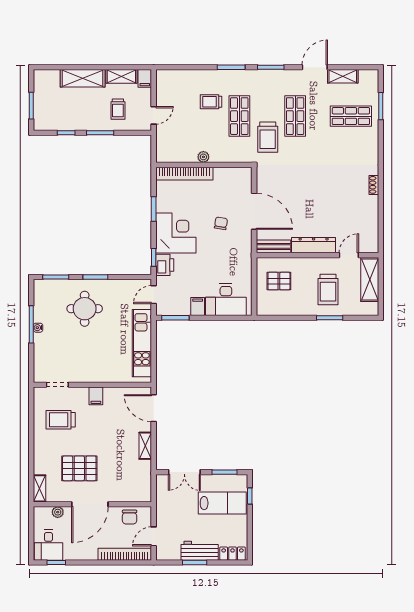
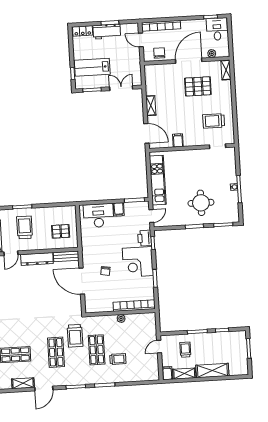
trolley: (268, 137) -> (75, 336), turned 180
filing cabinet: (96, 396) -> (178, 140), moved
trolley: (61, 420) -> (214, 121), turned 180
door: (154, 536) -> (141, 40), swing flipped

